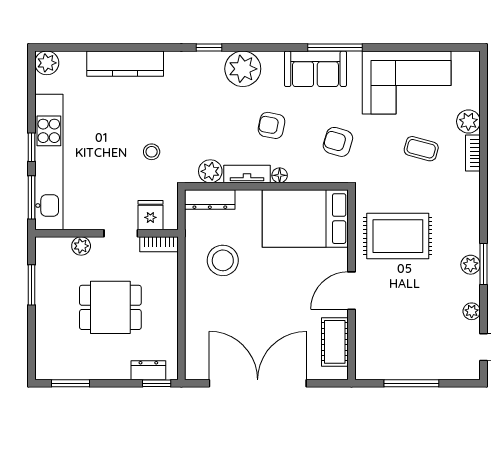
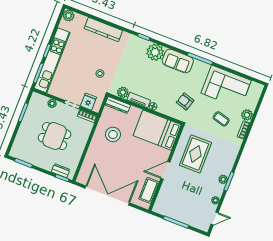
sofa: (315, 69) -> (178, 61), moved
armchair: (272, 125) -> (158, 83), removed
rug: (398, 236) -> (195, 154), turned 90

